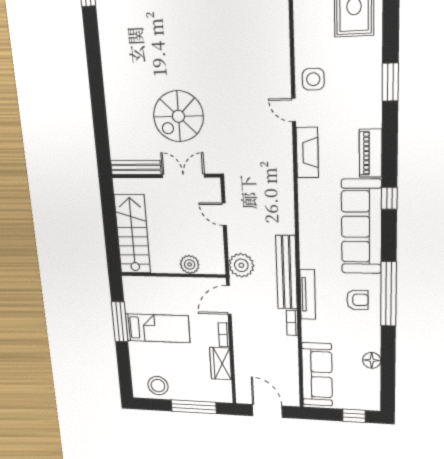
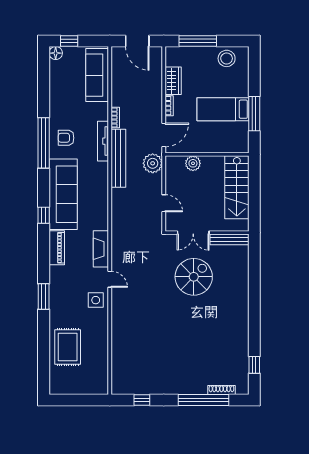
floor lamp: (372, 360) -> (56, 53), moved

